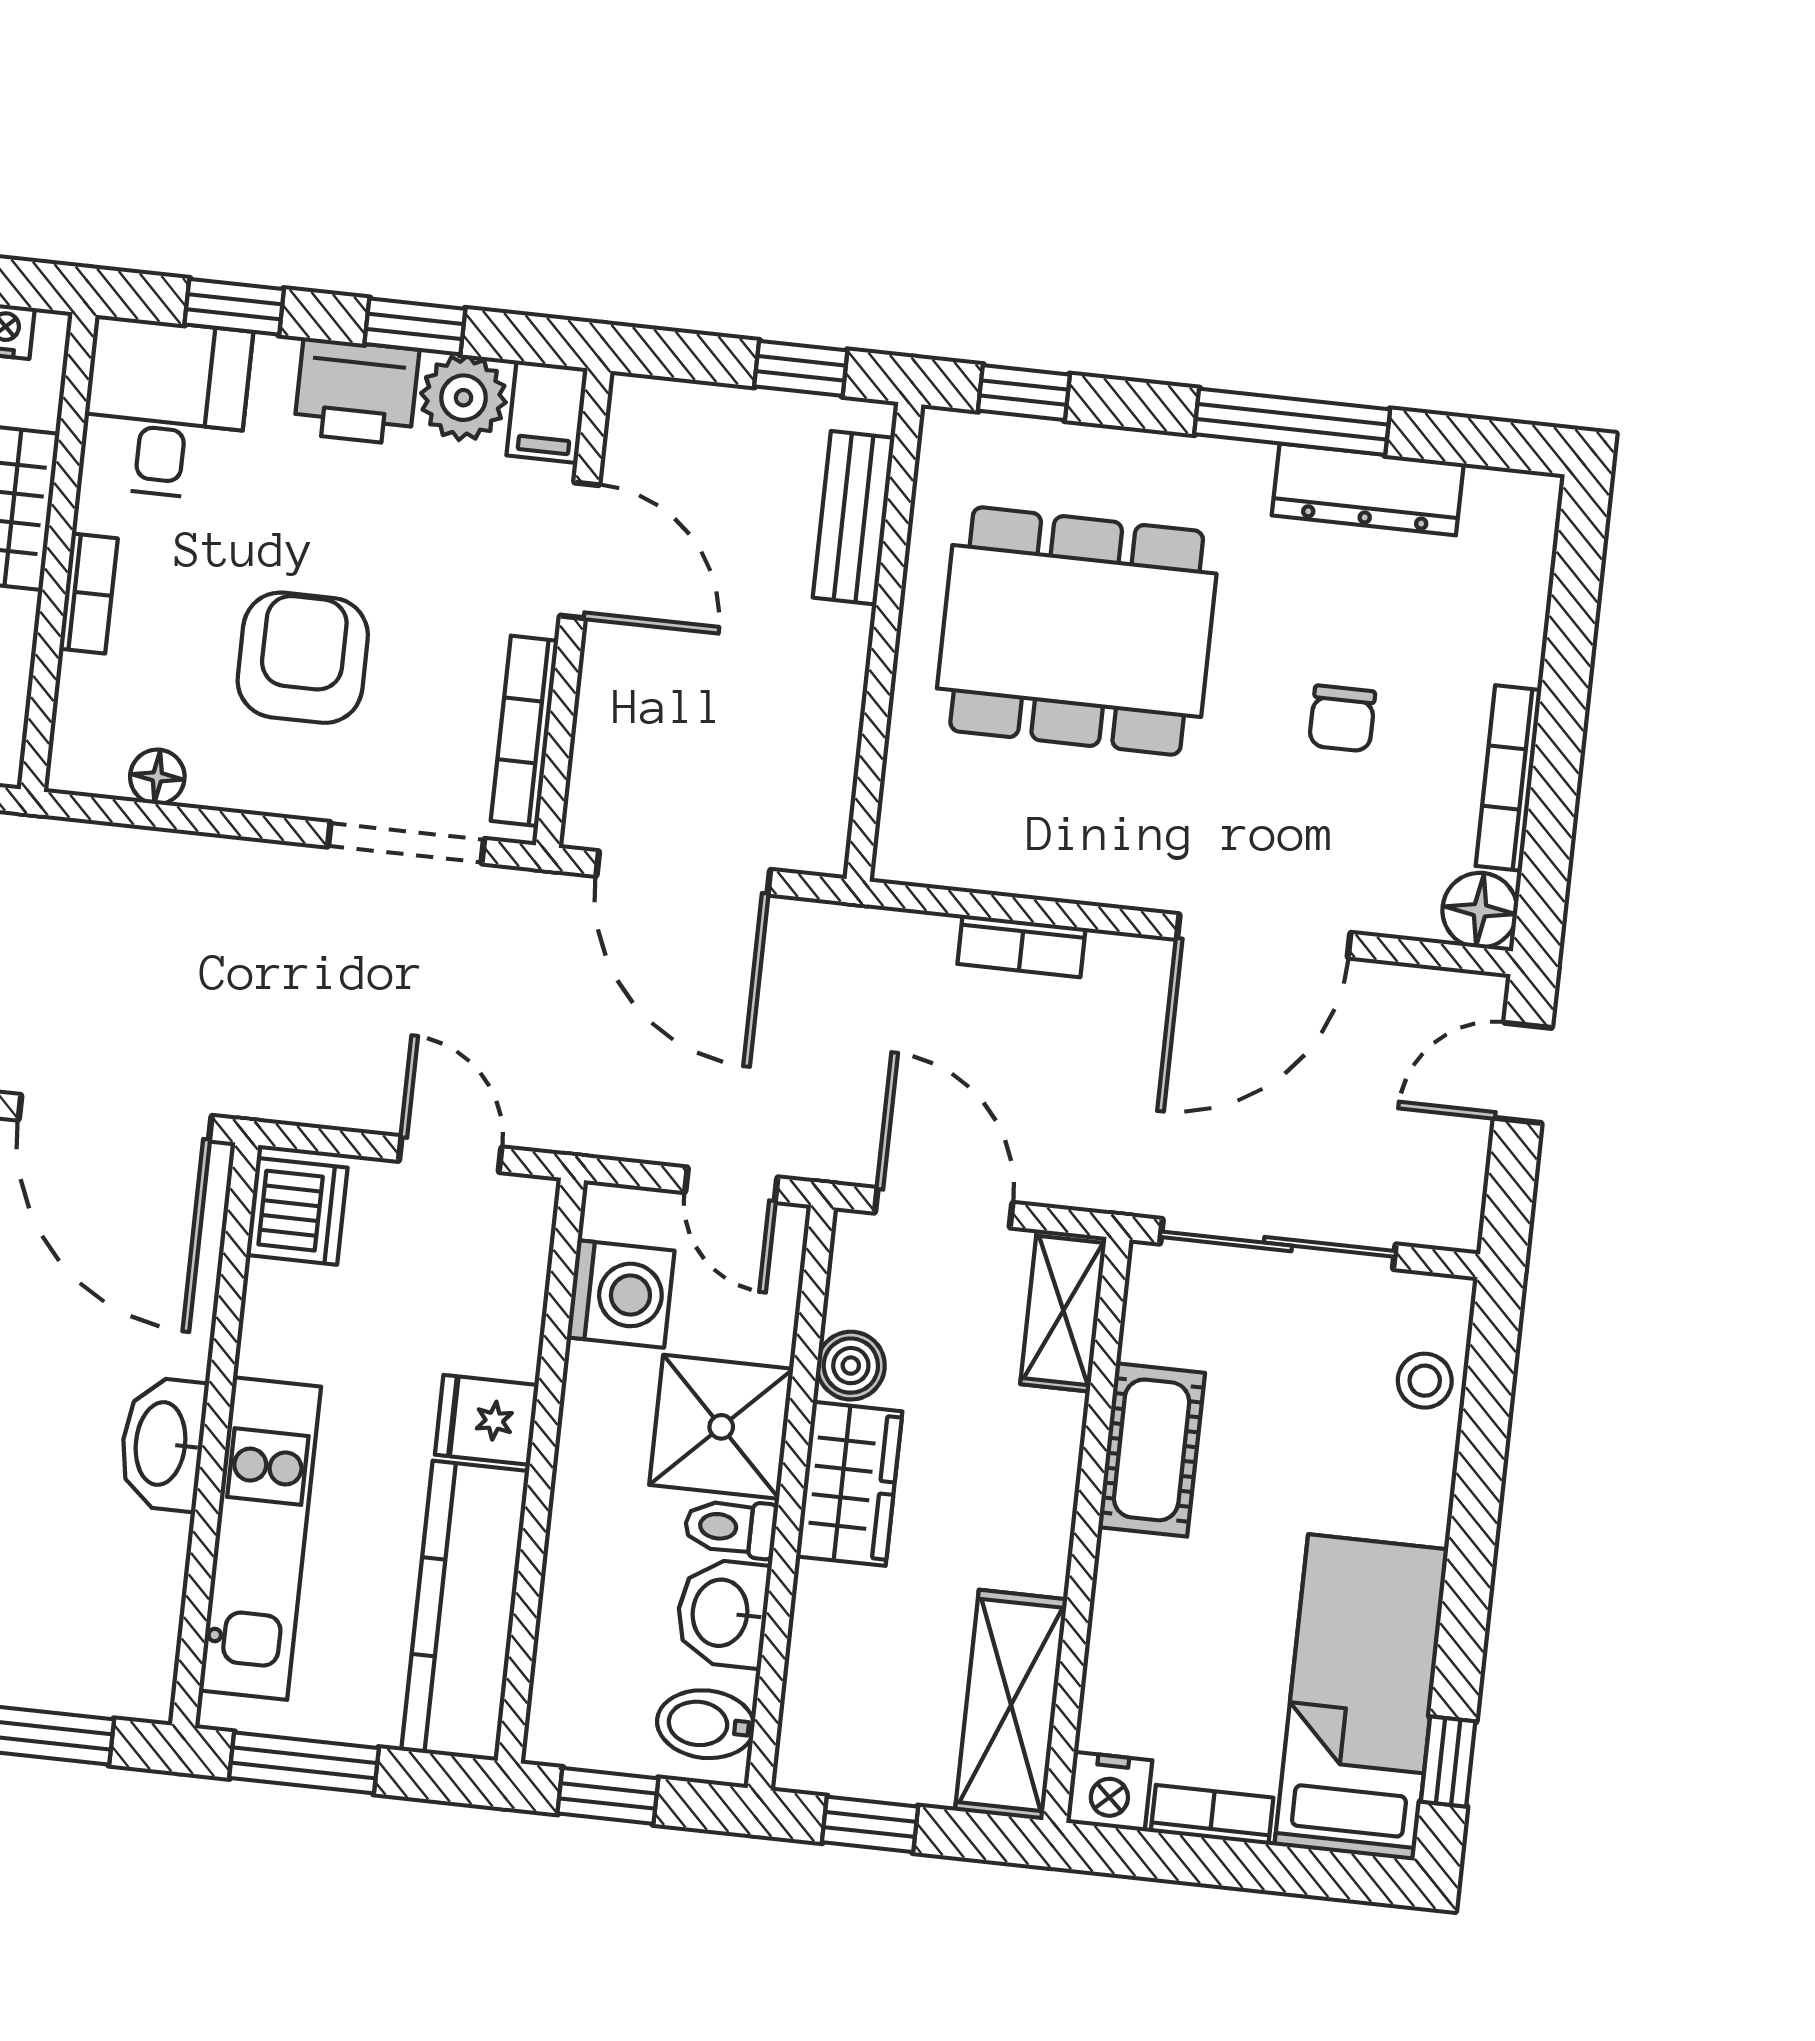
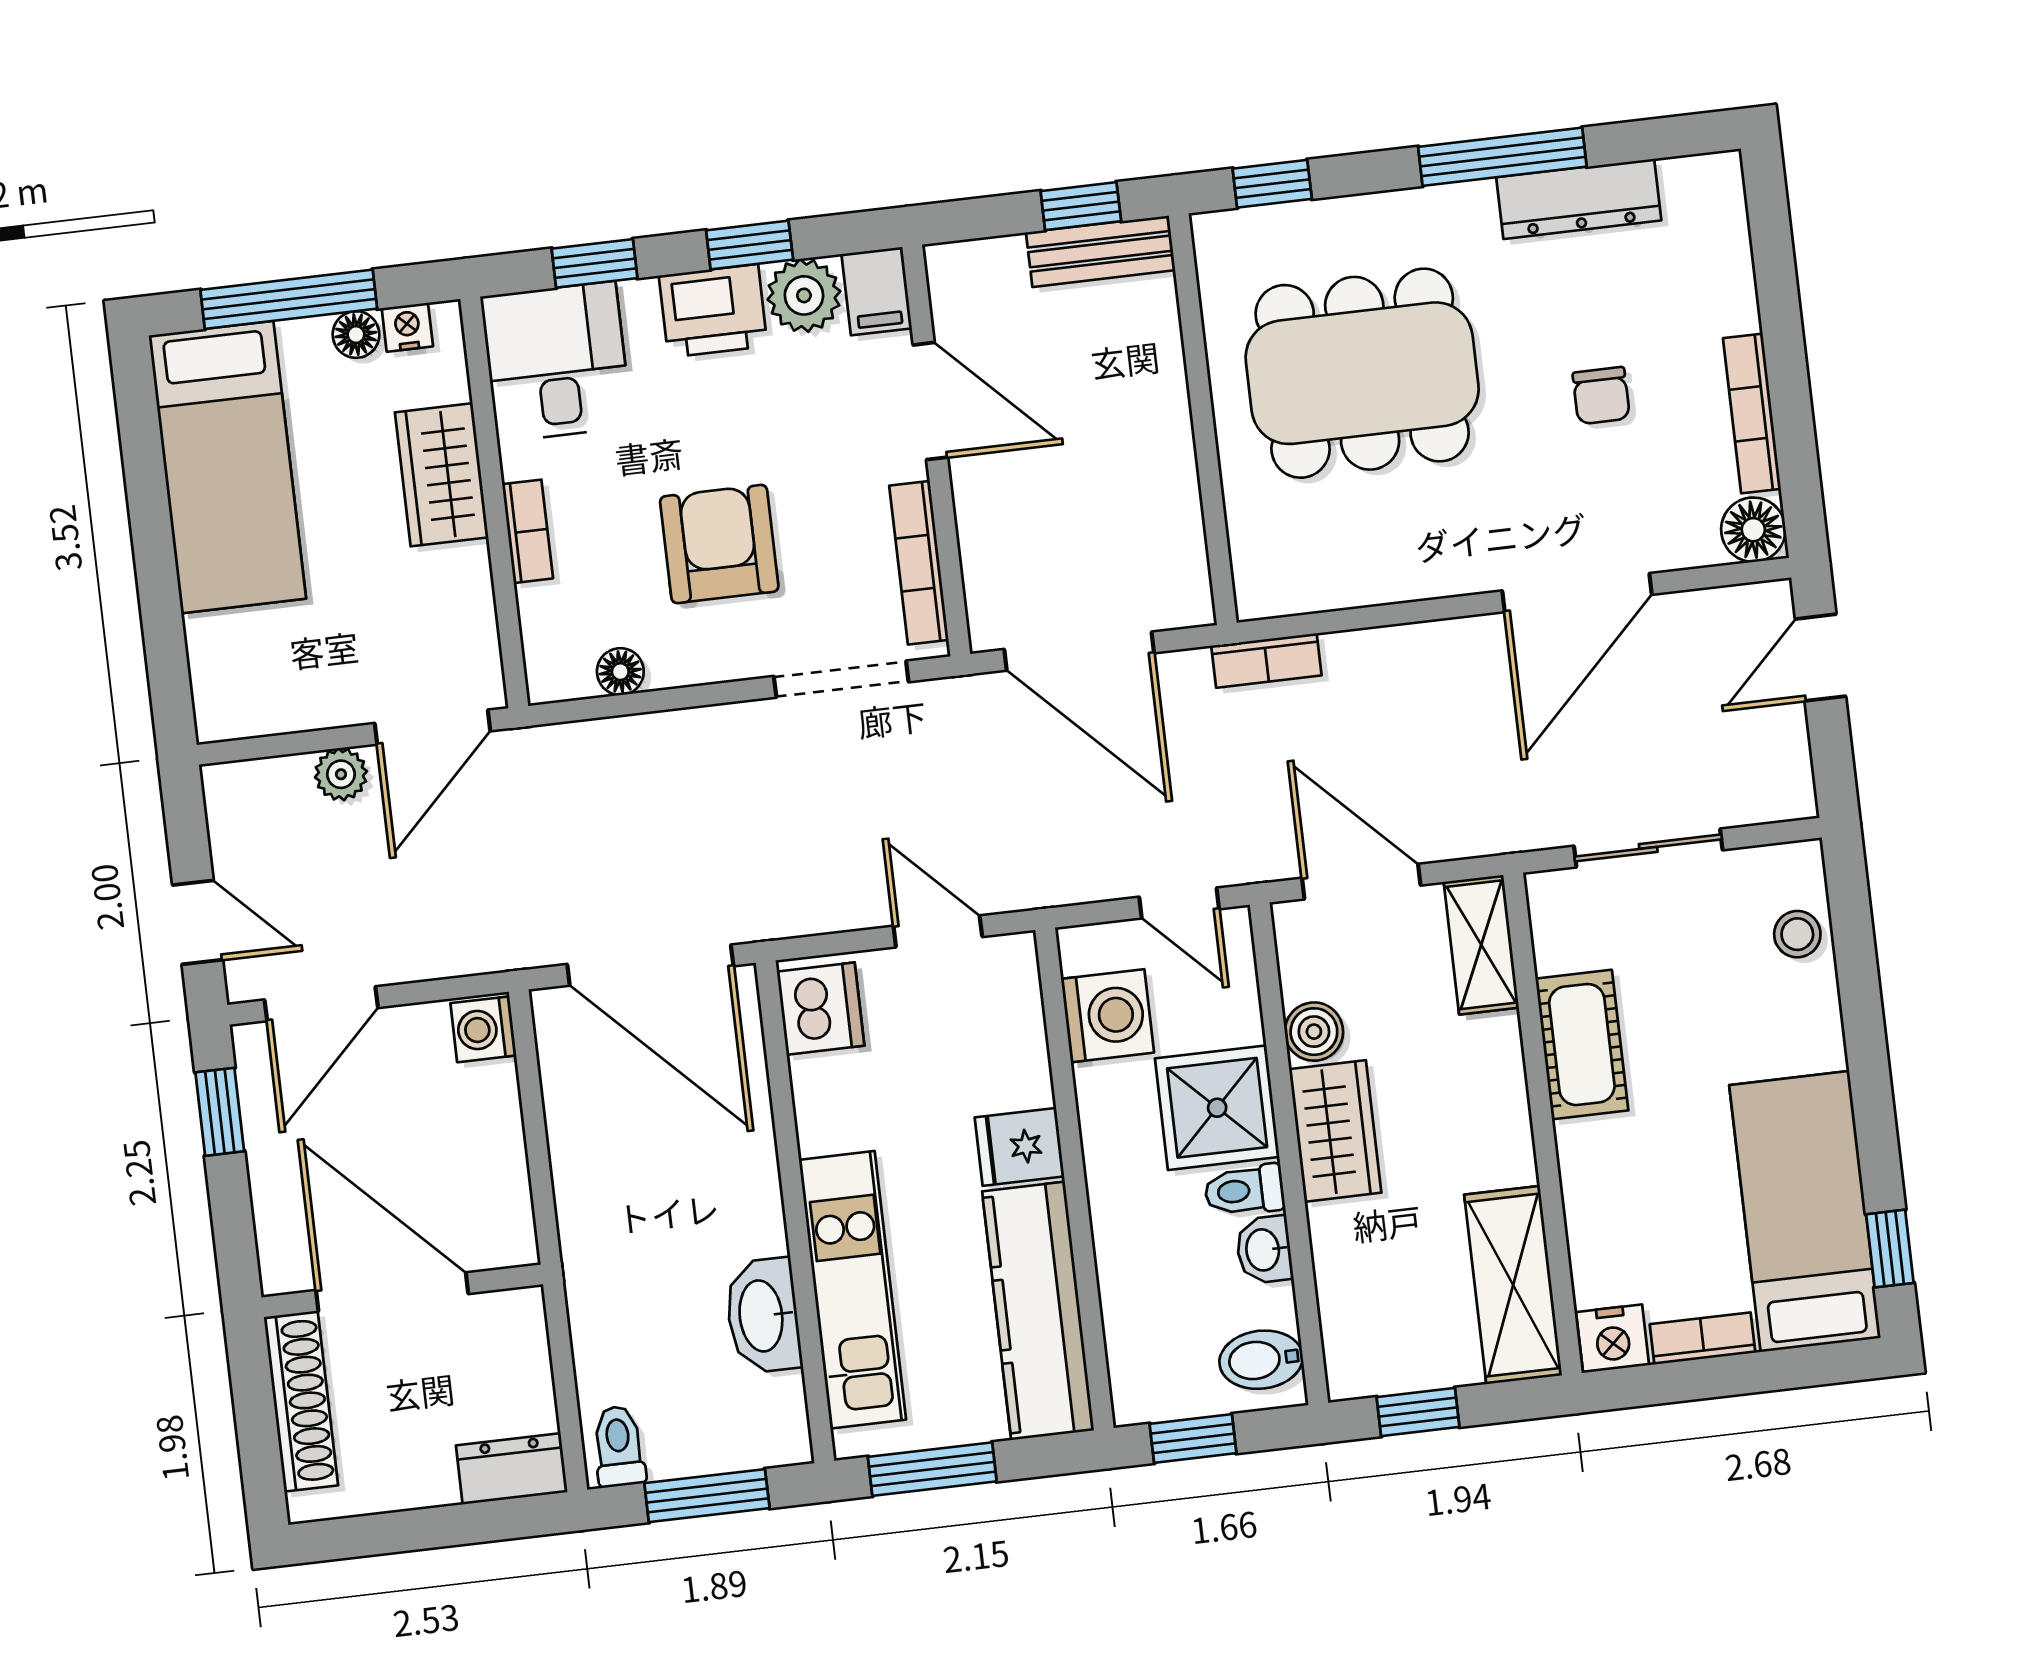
bench: (854, 518) -> (1101, 251), moved, turned 90
bookcase: (1021, 946) -> (1266, 660), moved
sliding door: (1278, 1244) -> (1648, 848), width x0.73
washbasin: (163, 1444) -> (763, 1316), moved
washbasin: (723, 1613) -> (1264, 1250), width x0.72, depth x0.69

